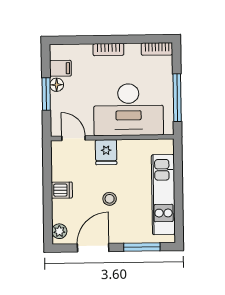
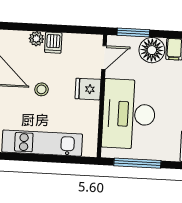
floor lamp: (57, 85) -> (152, 50), width x1.89, depth x1.89
window: (46, 94) -> (133, 33), moved
plant: (59, 231) -> (36, 39), moved

